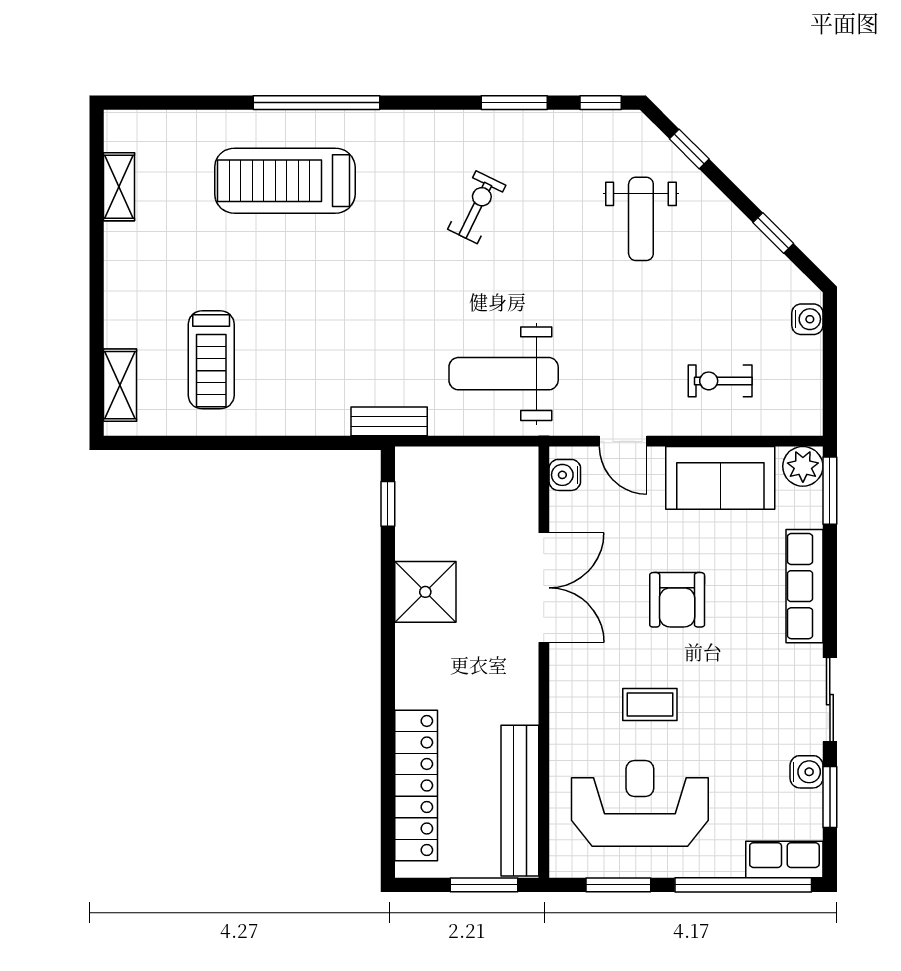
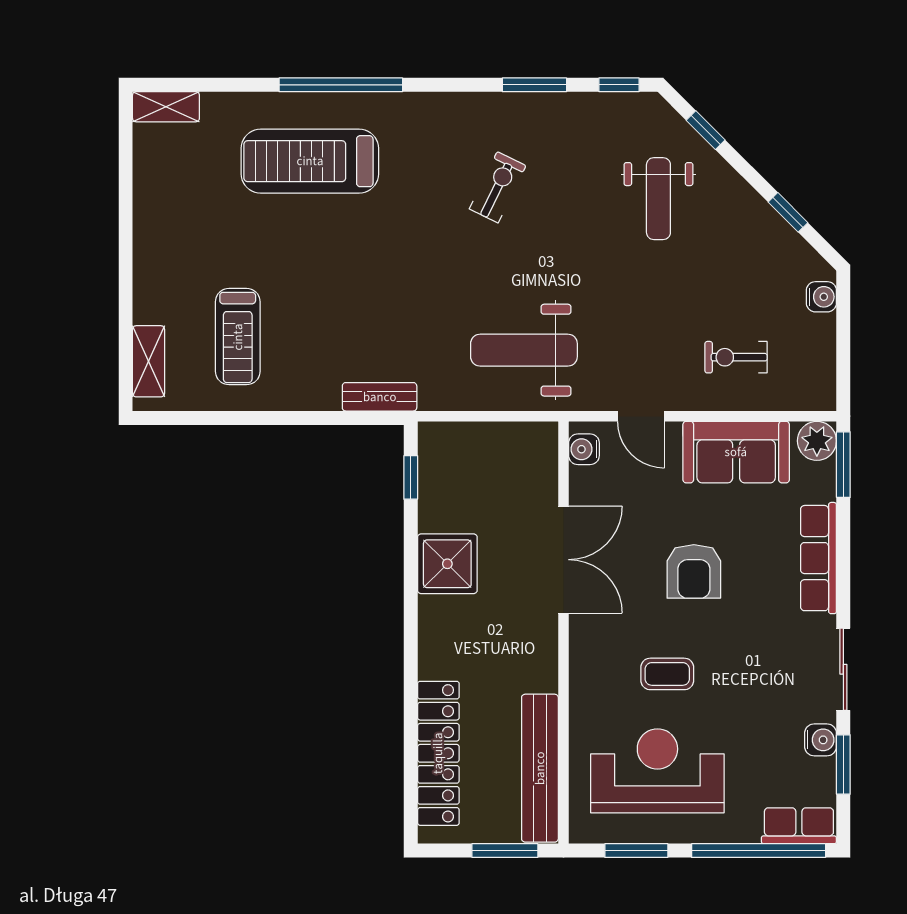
shelving: (119, 187) -> (166, 107), moved, turned 90
bench: (389, 421) -> (380, 397), moved

